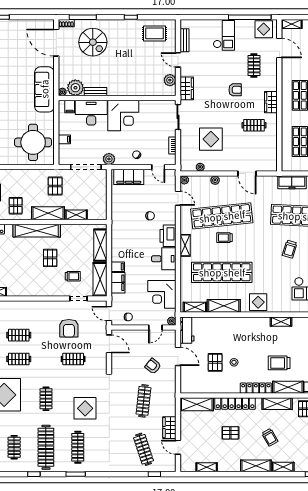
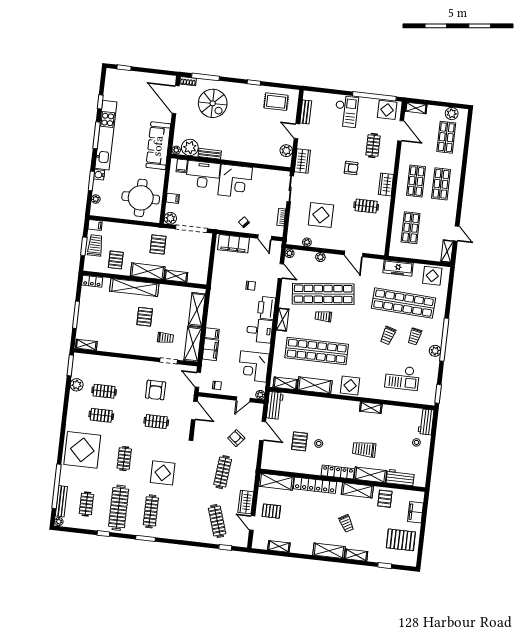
plant: (109, 159) -> (170, 218), moved
pallet: (230, 433) -> (271, 511), moved

